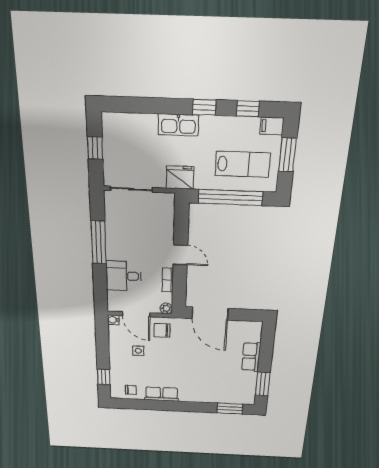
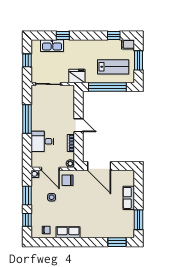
window: (204, 107) -> (63, 36), moved
kitchen sink: (178, 125) -> (52, 46), moved
window: (103, 347) -> (27, 195), added

